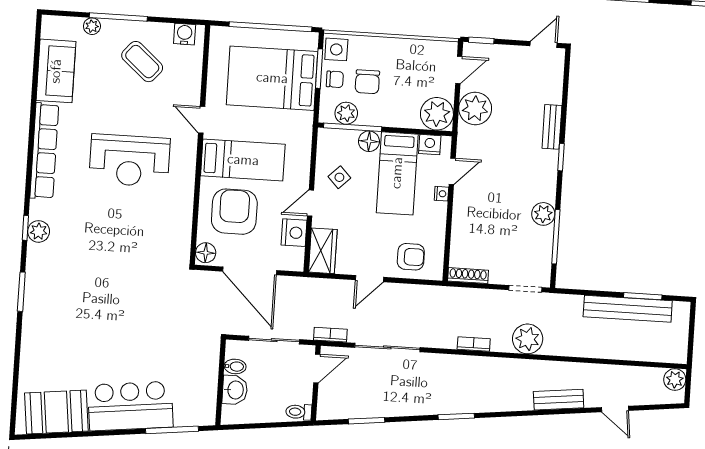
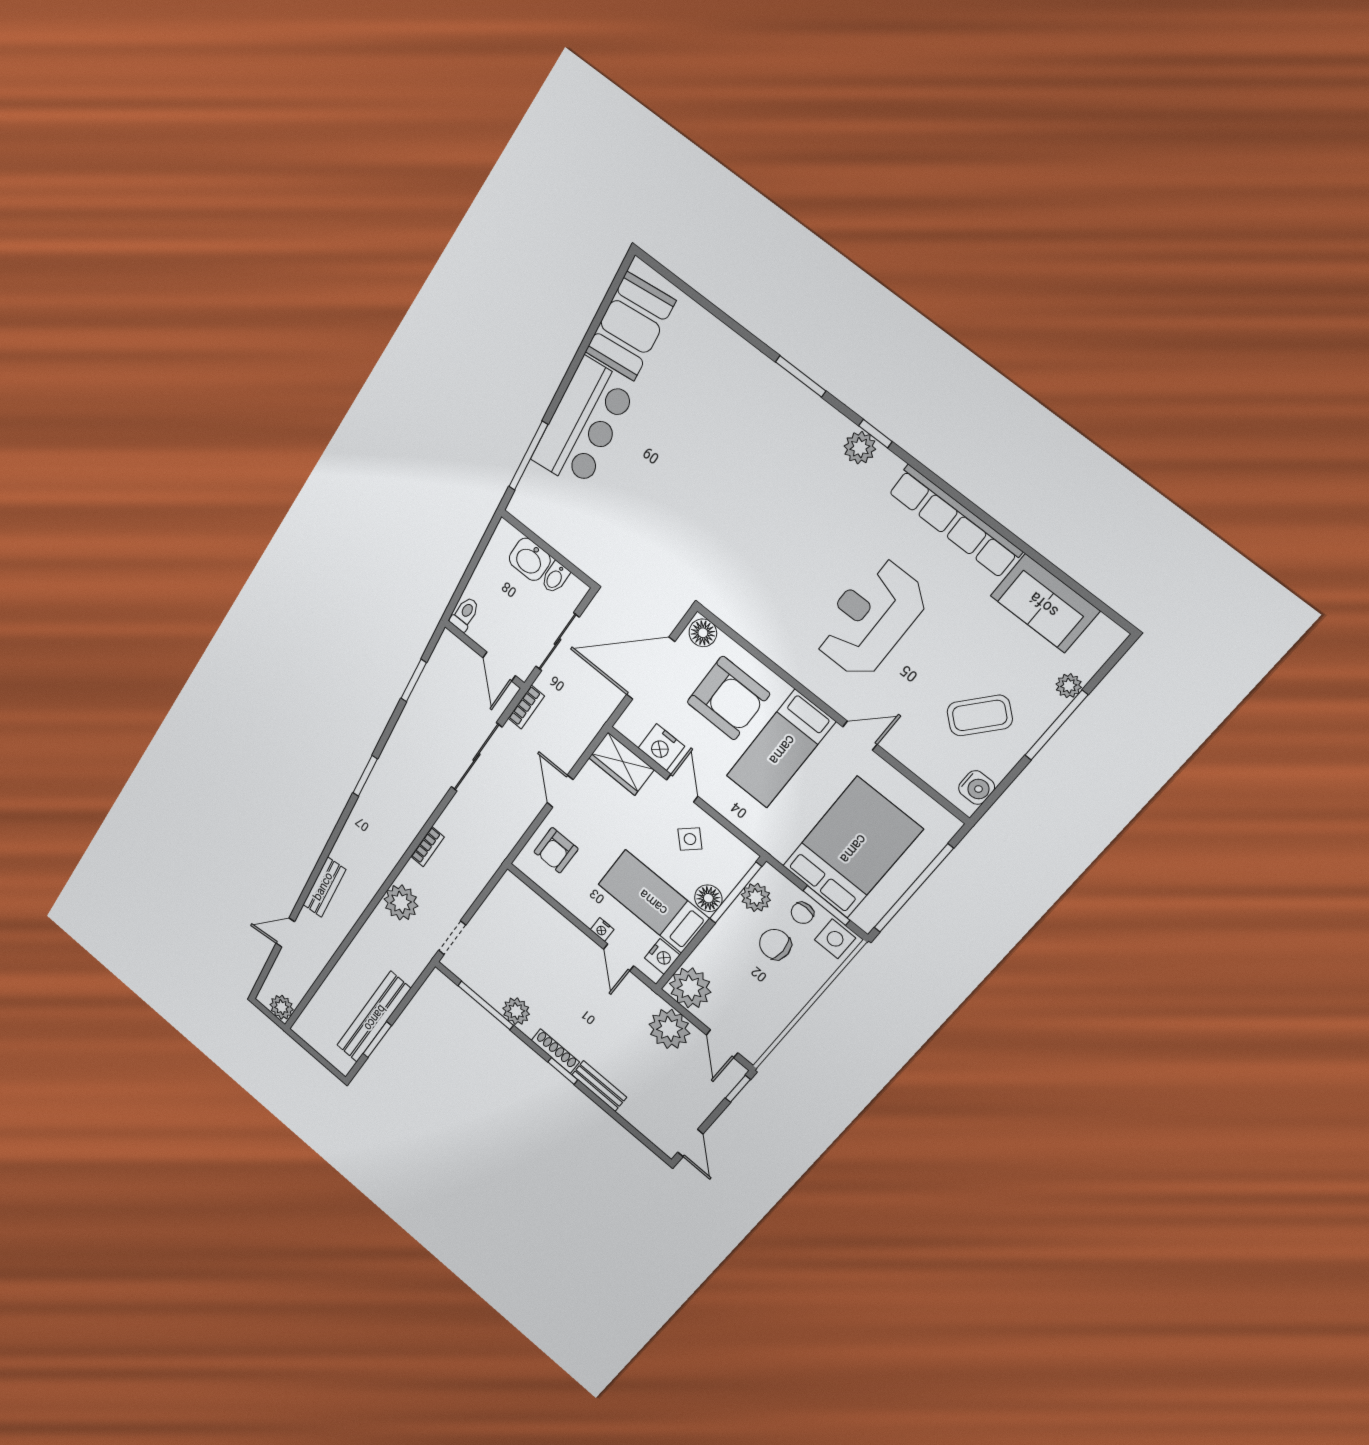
shoe rack: (468, 276) -> (555, 1051), moved, turned -90

